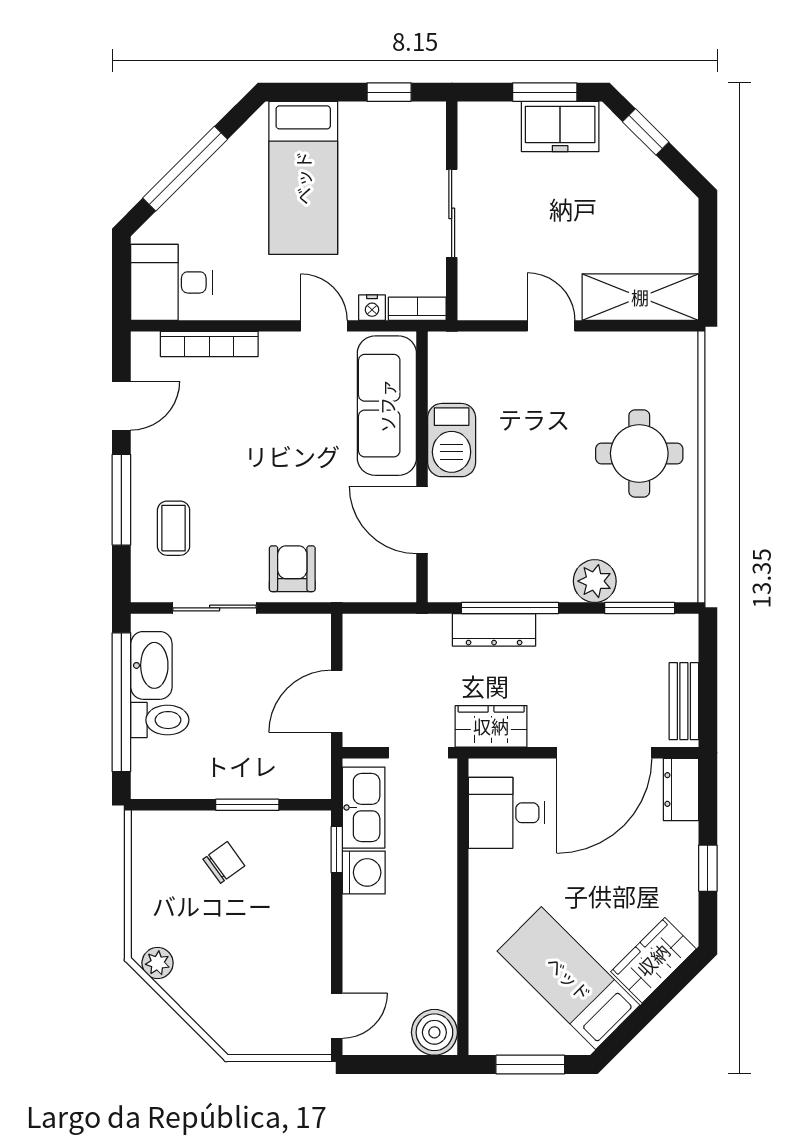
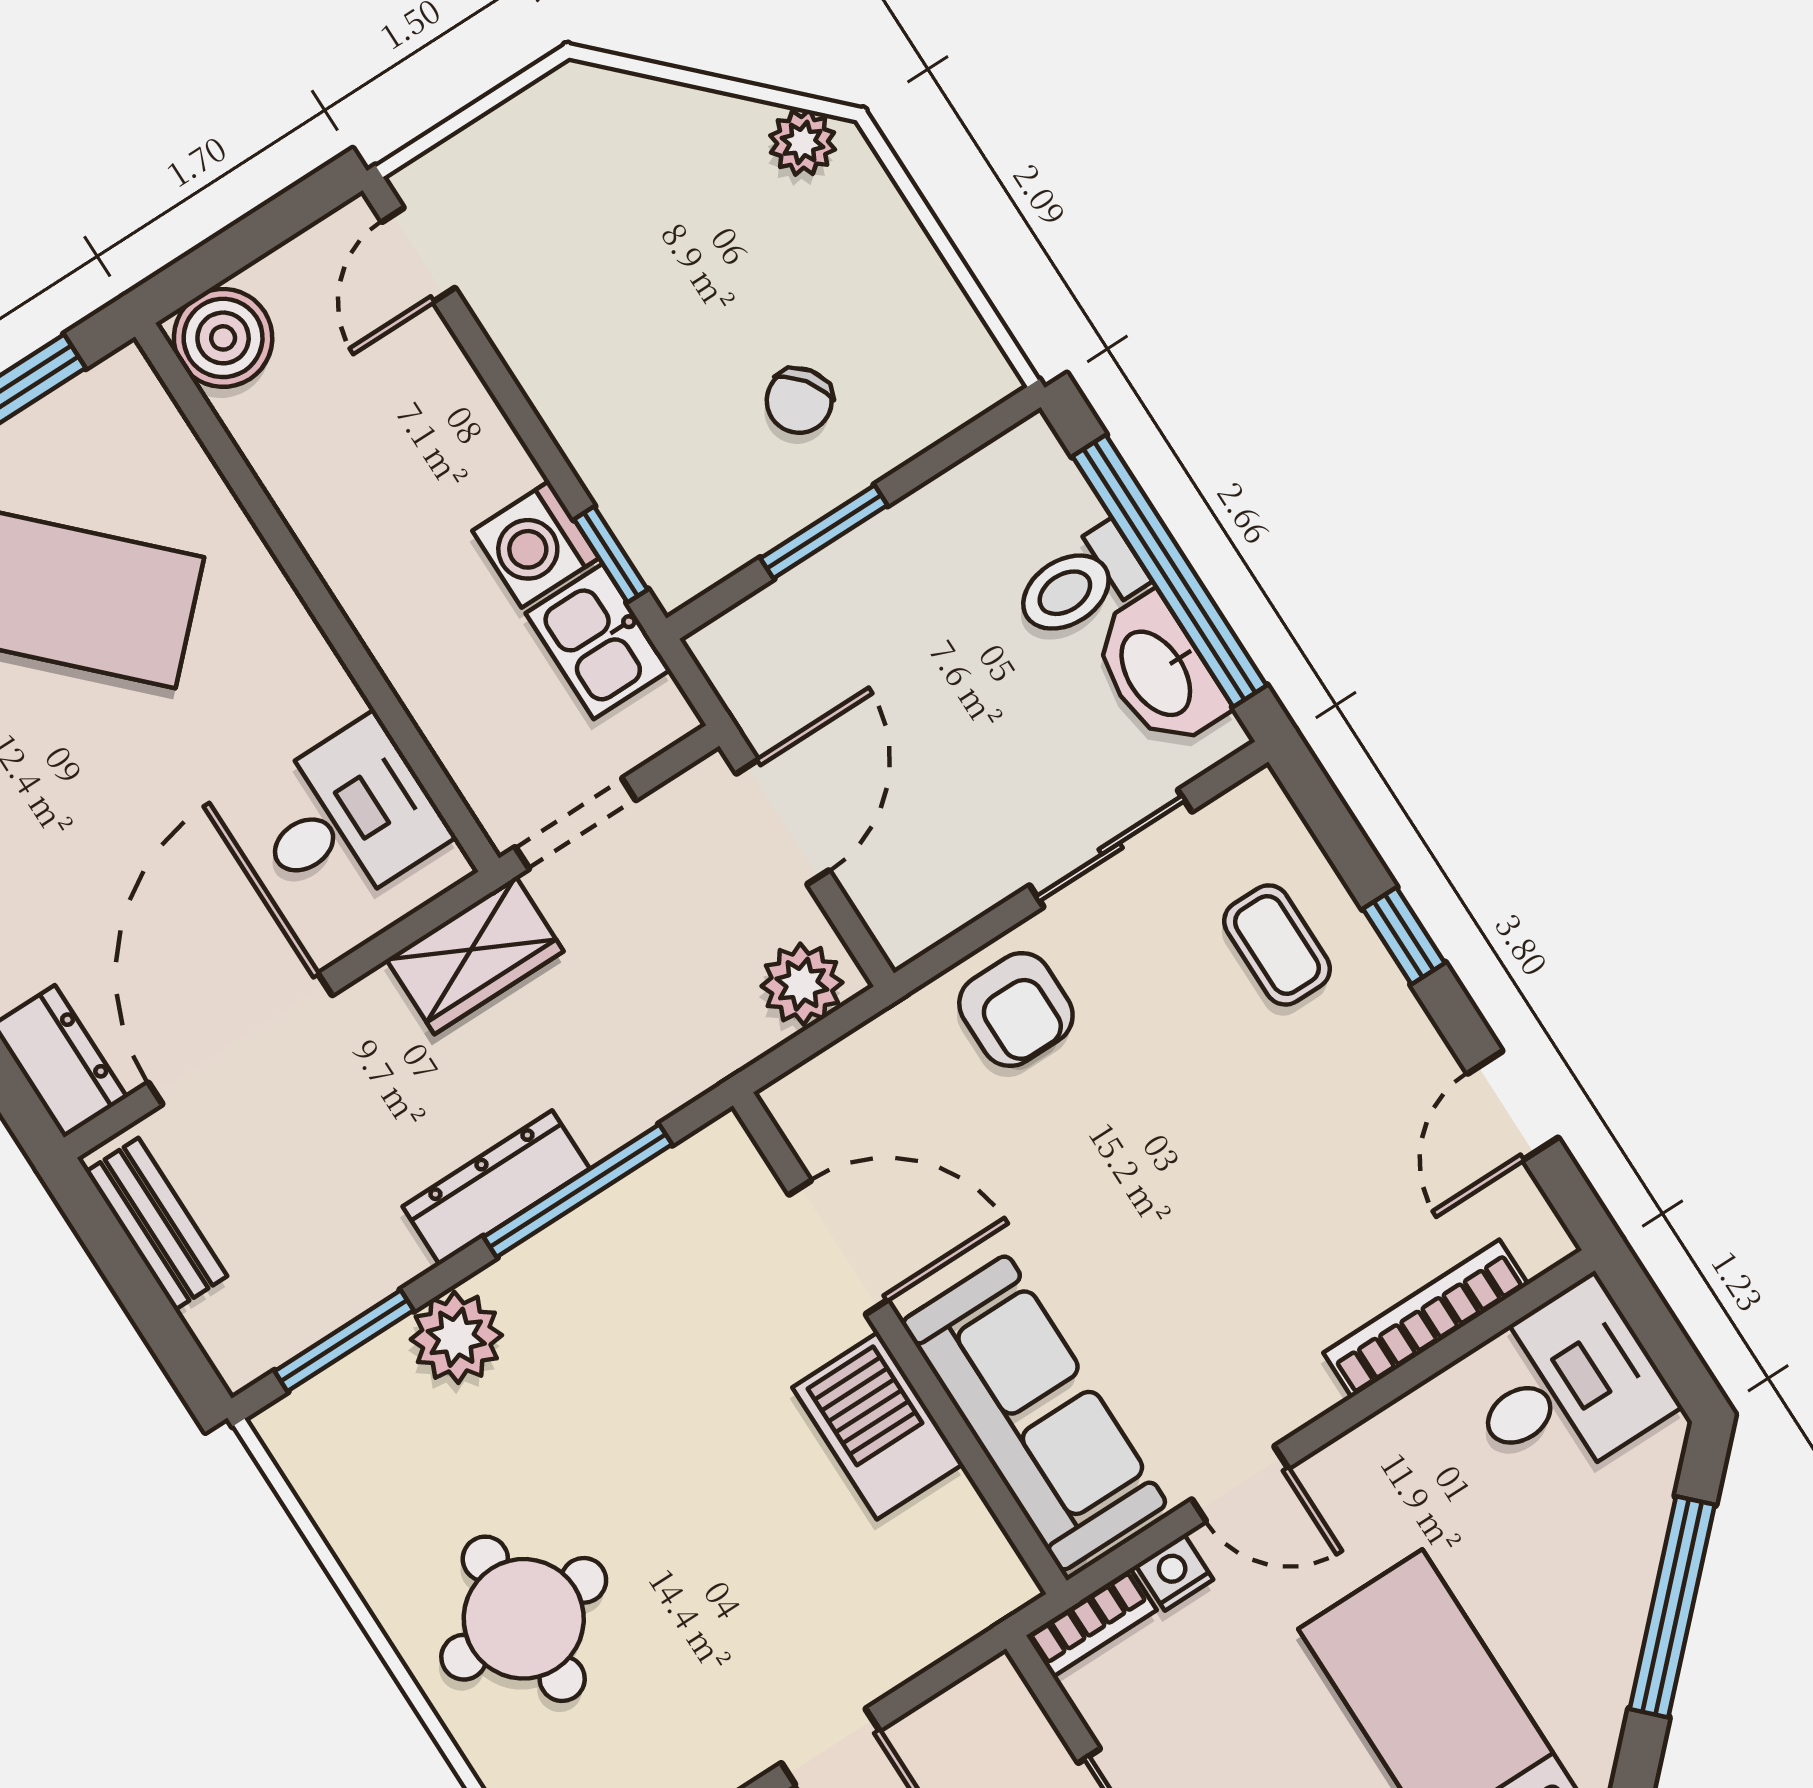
window: (121, 500) -> (1404, 936), width x0.46
dresser: (494, 630) -> (496, 1188), moved
plant: (370, 633) -> (802, 984), added
kitchen sink: (364, 808) -> (598, 641), width x0.73

